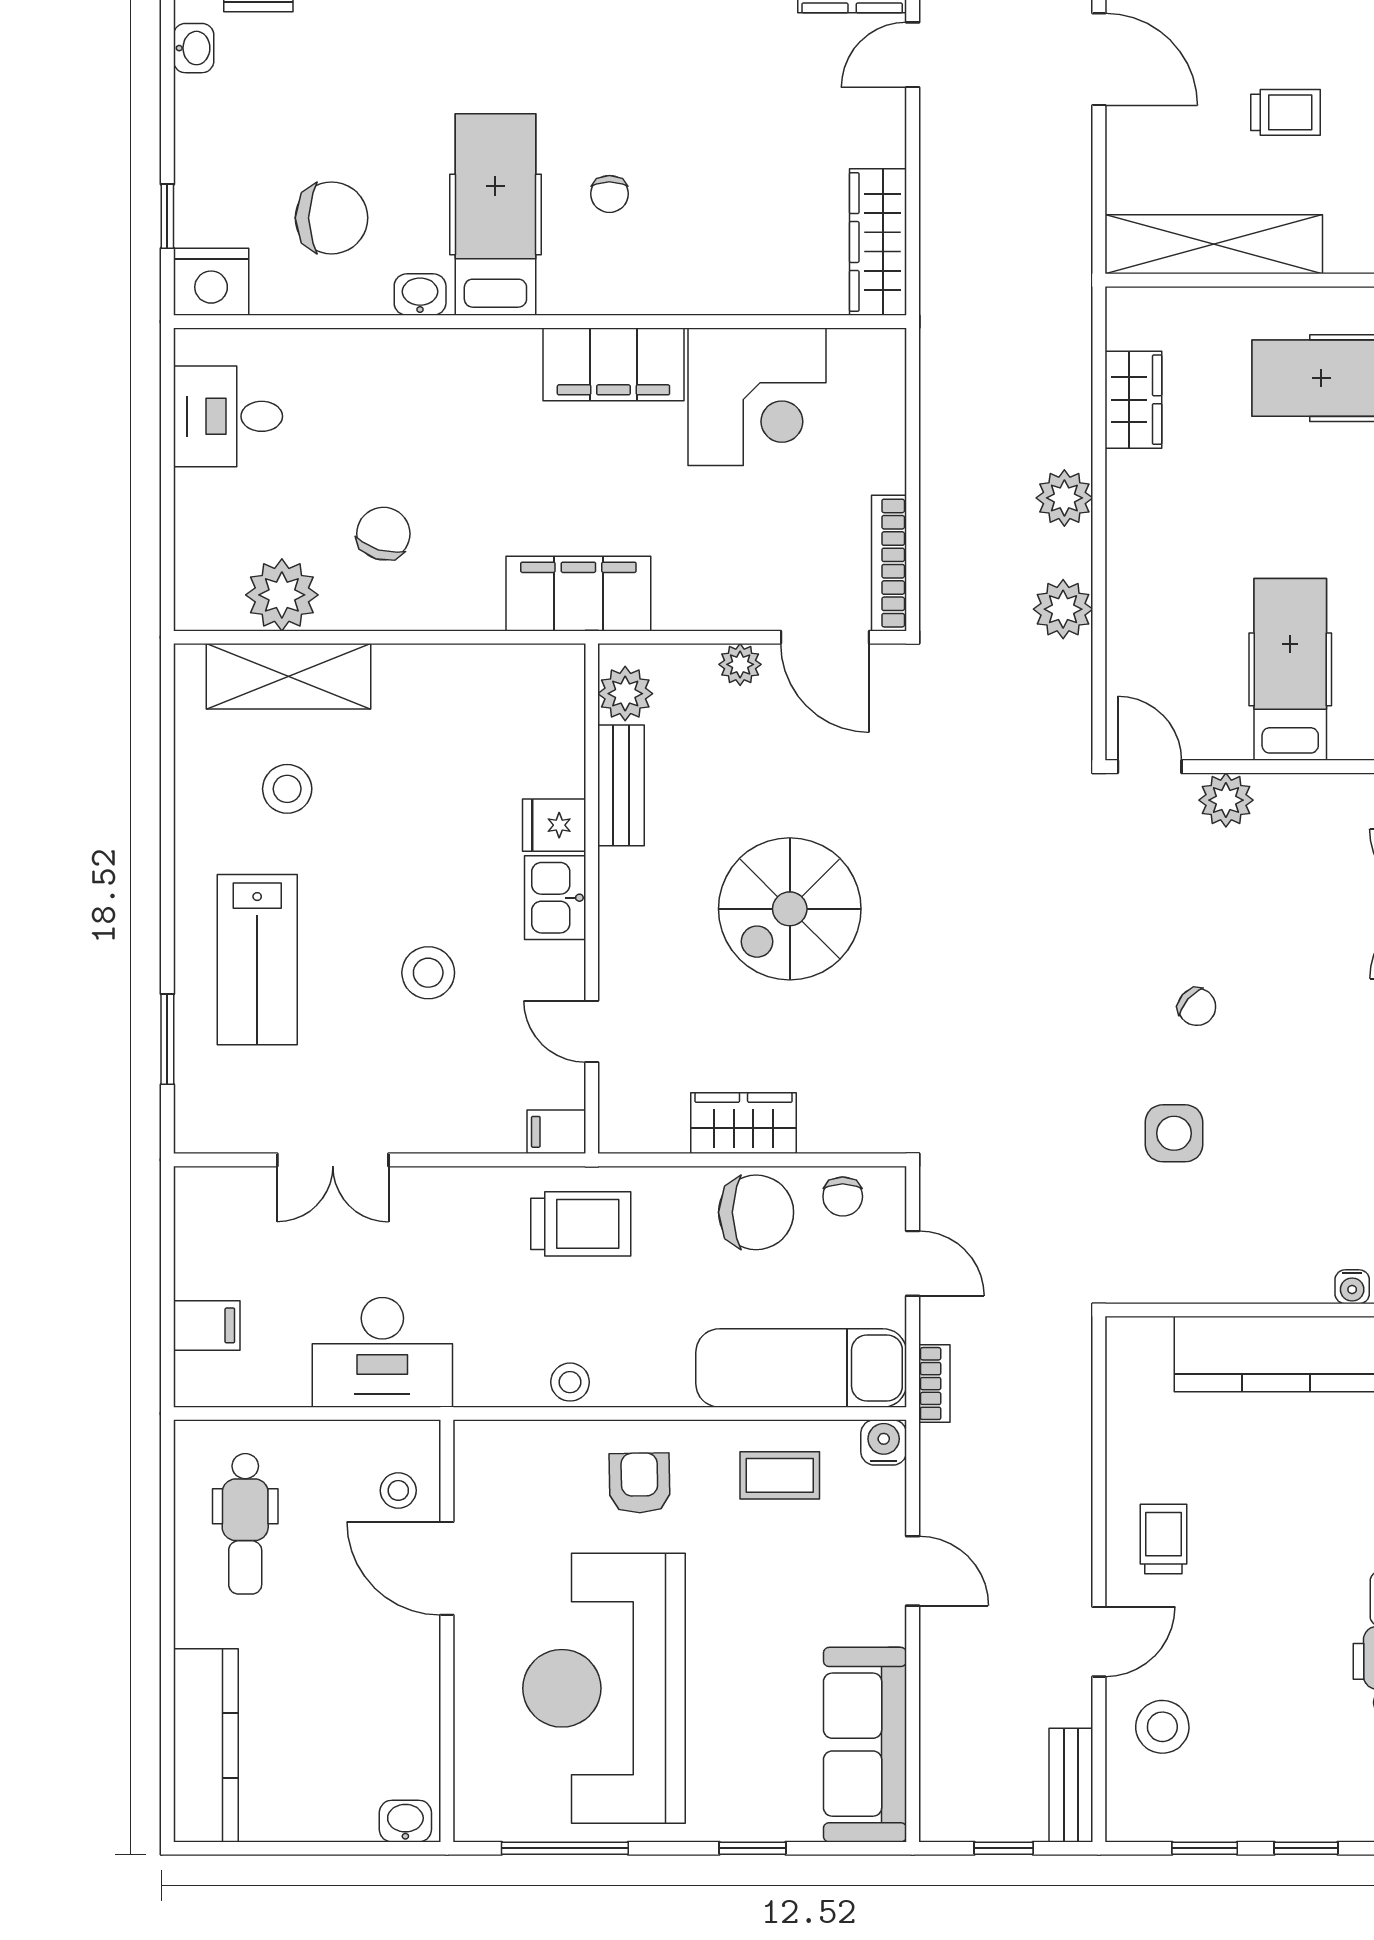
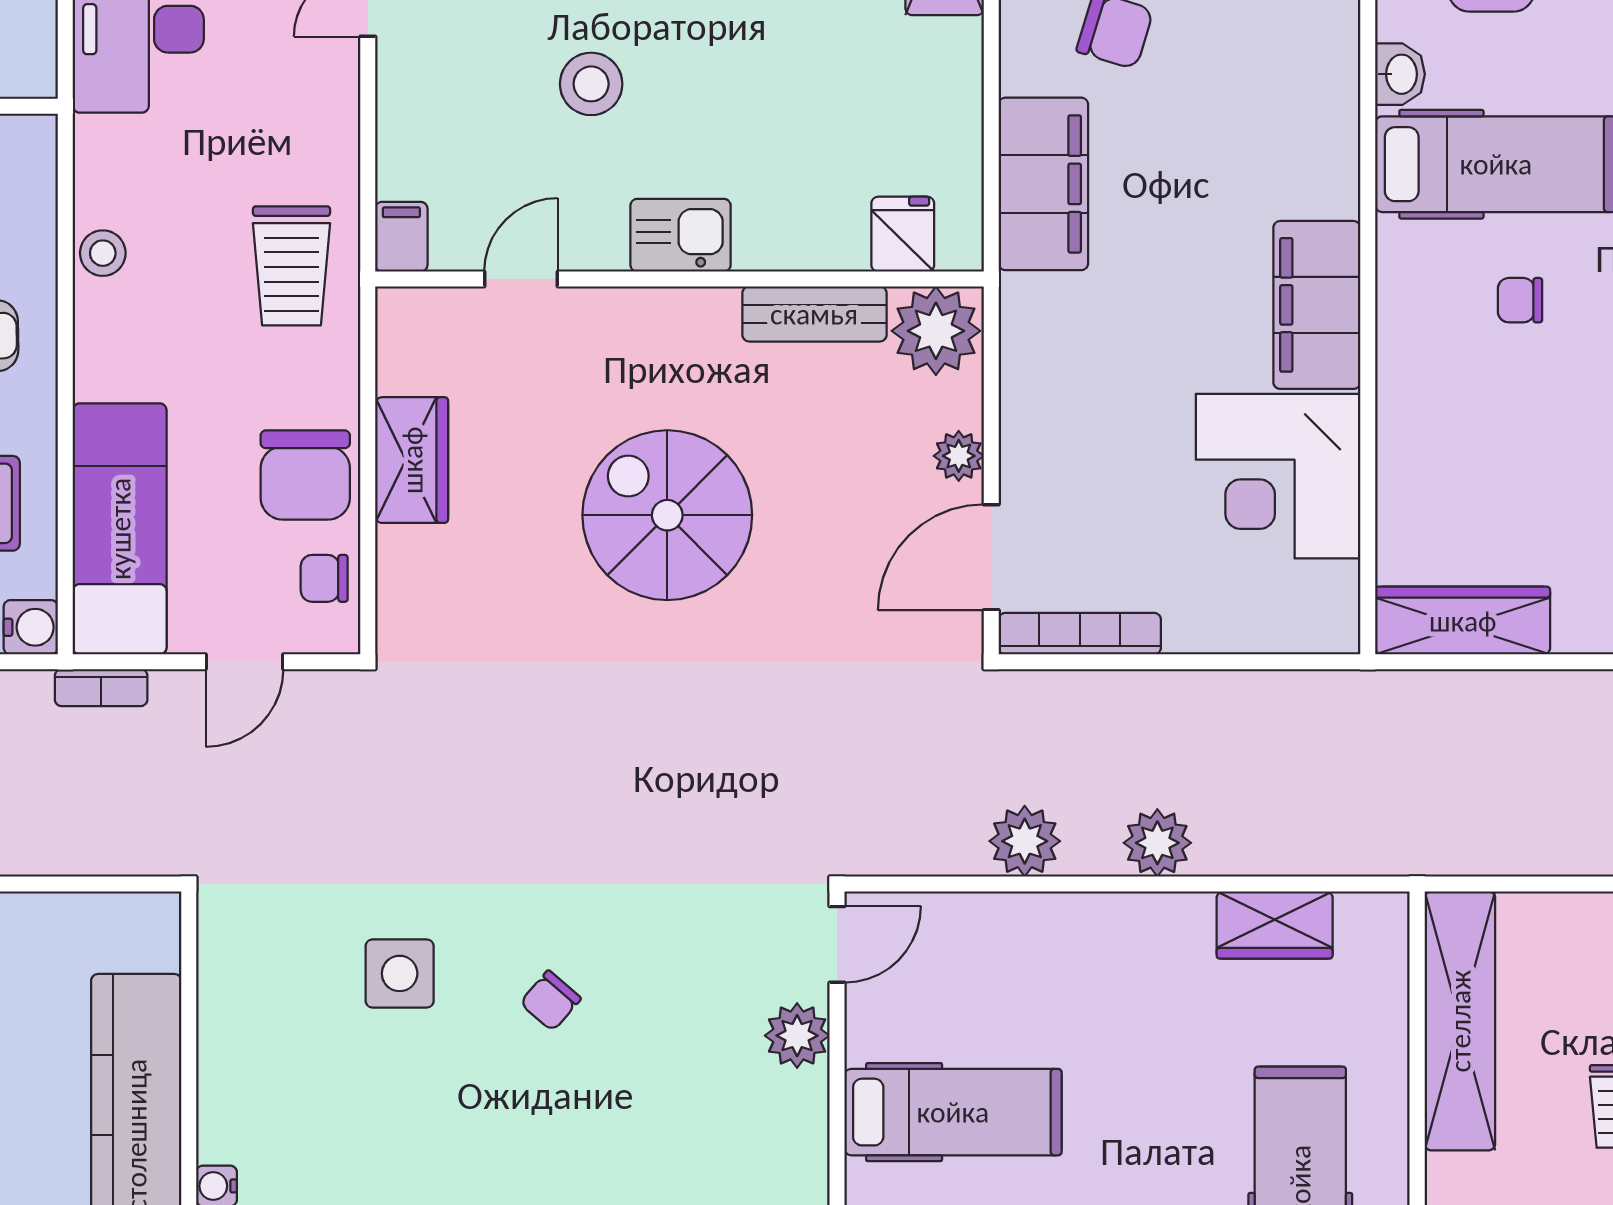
filing cabinet: (578, 594) -> (1043, 184), moved
plant: (625, 694) -> (936, 331), width x1.36, depth x1.36
fridge: (554, 825) -> (903, 234), moved

